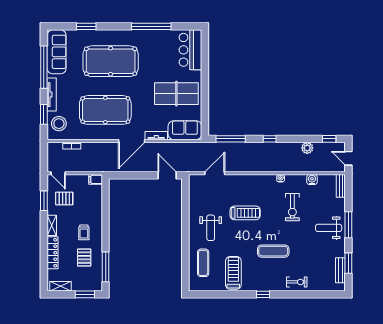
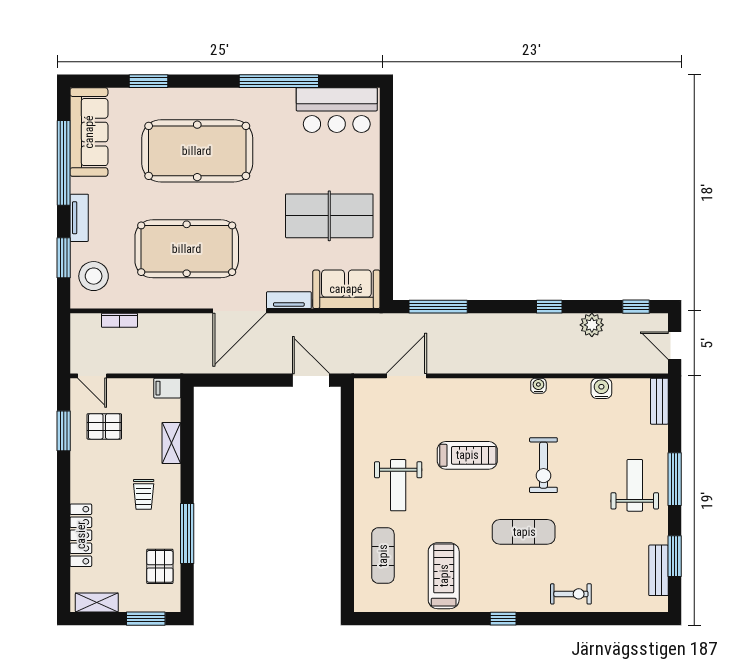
bar counter: (190, 50) -> (337, 110), moved, turned -90
tv unit: (52, 95) -> (79, 218), width x0.71
window: (270, 139) -> (549, 307), moved
exercise bike: (292, 207) -> (543, 465), moved
shelving: (52, 225) -> (171, 443), moved
weight bench: (329, 228) -> (635, 485), turned 90
pallet: (84, 258) -> (160, 566), moved
window: (106, 267) -> (187, 533), moved

